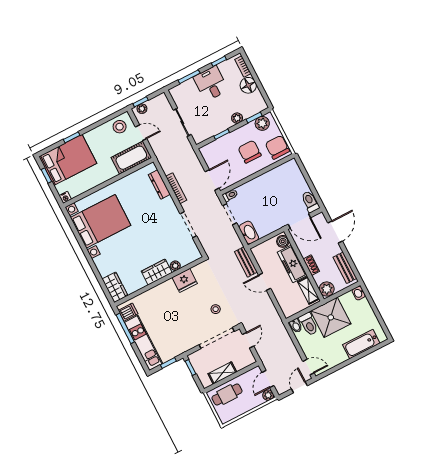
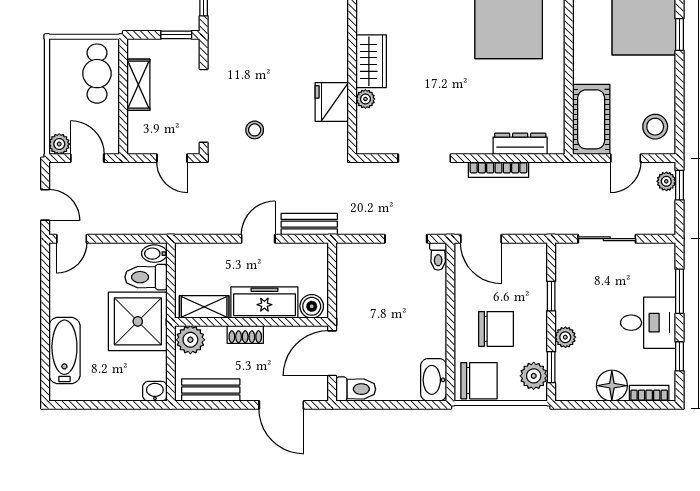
washbasin: (249, 233) -> (434, 380), moved, turned 90

